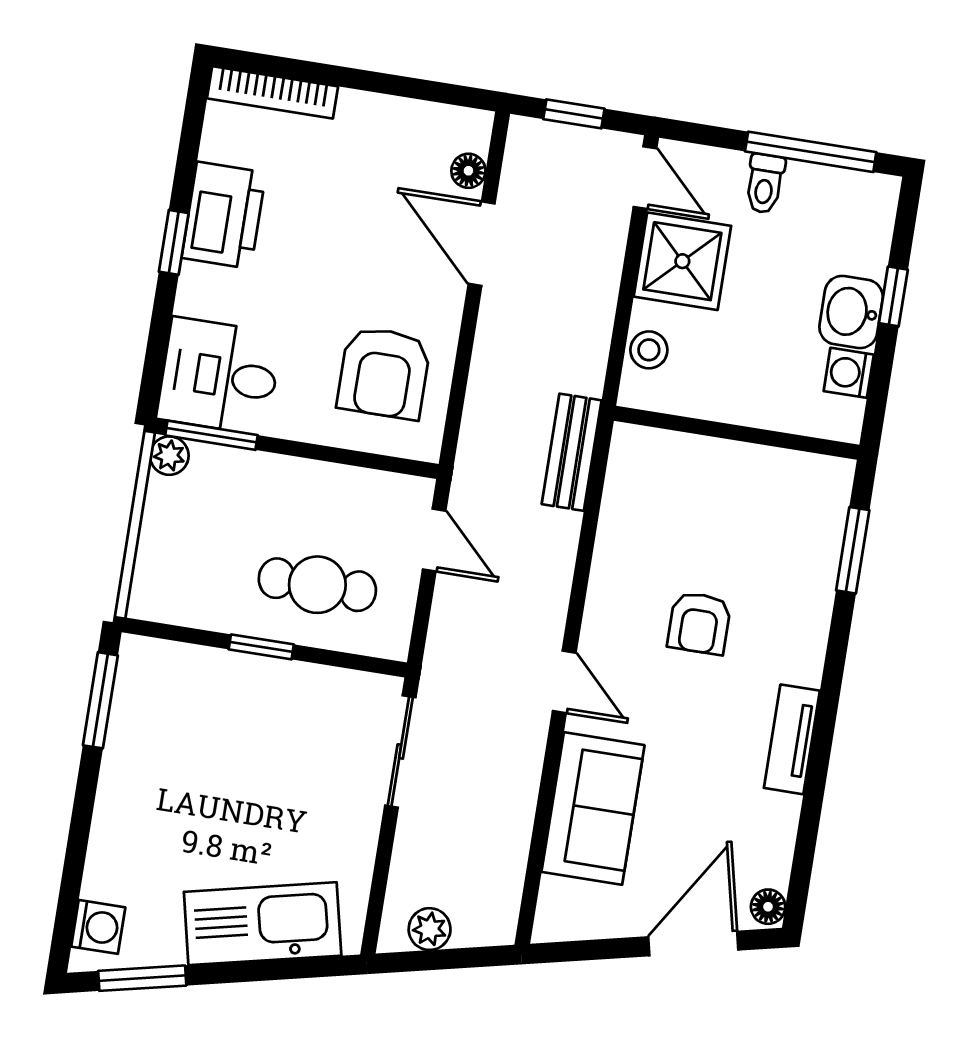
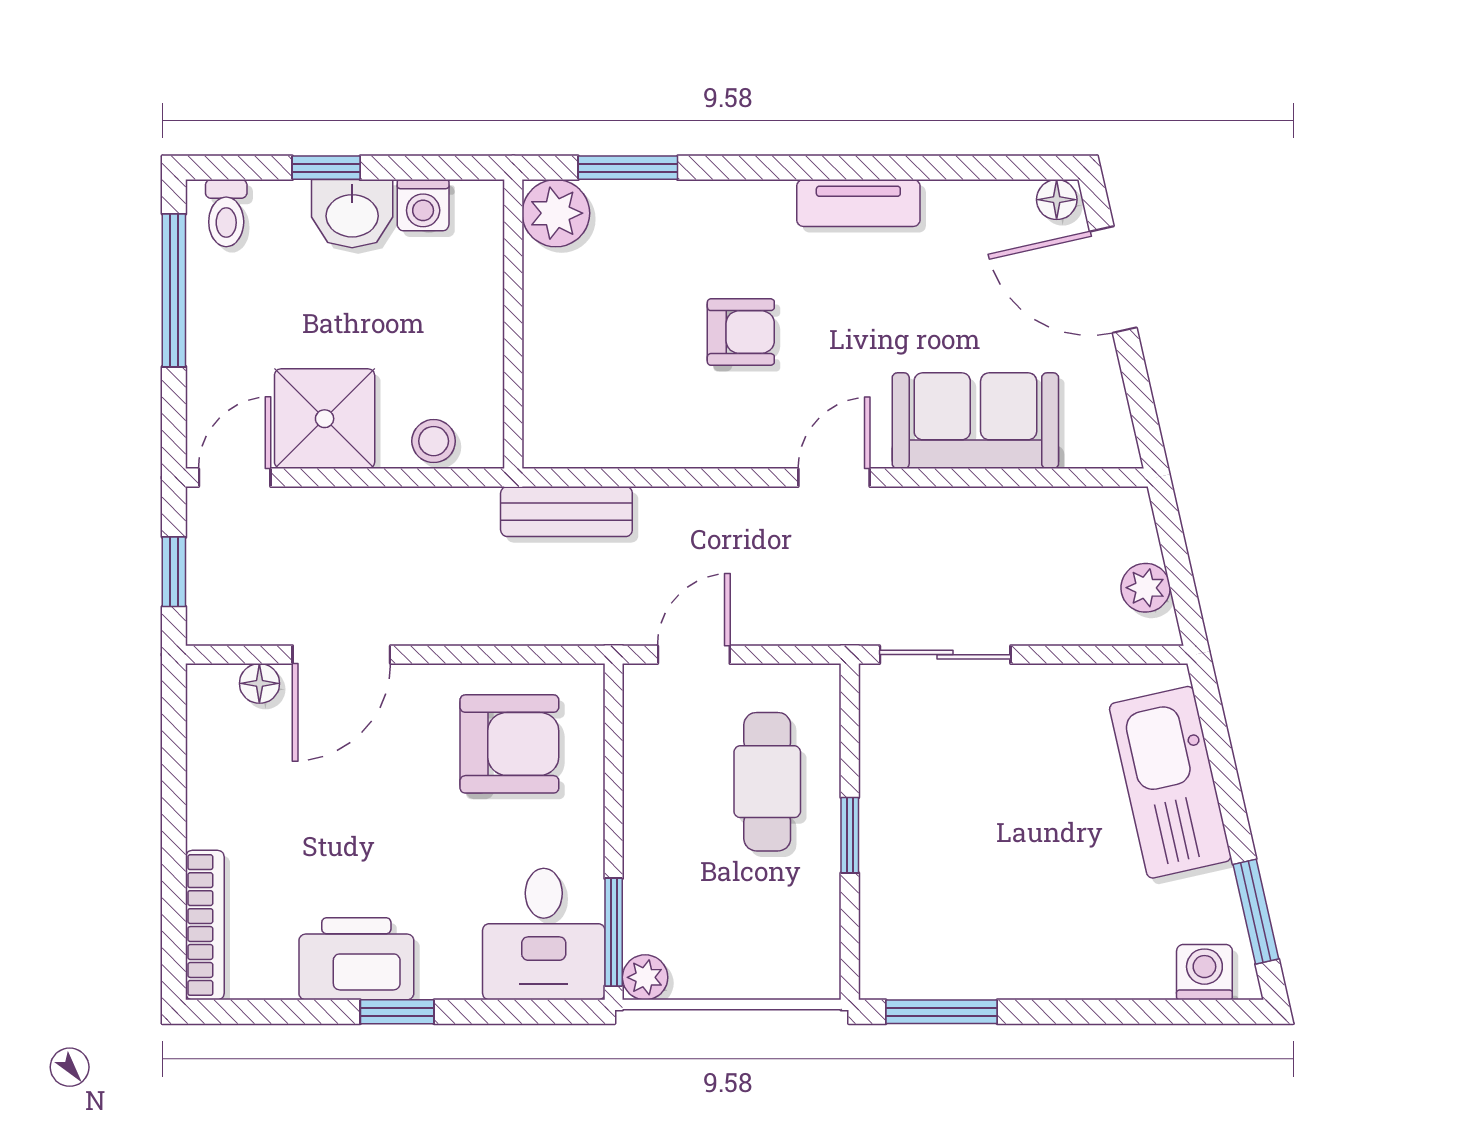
toilet: (765, 184) -> (226, 213), moved, turned 90
plant: (824, 483) -> (556, 213), added

